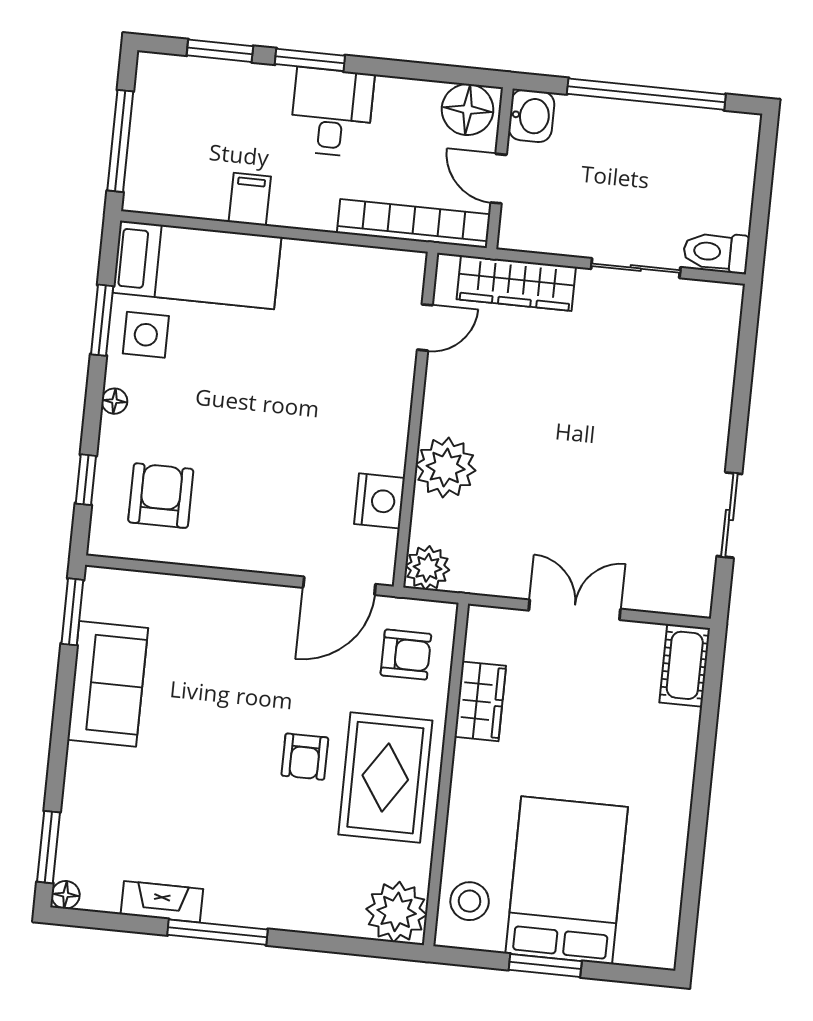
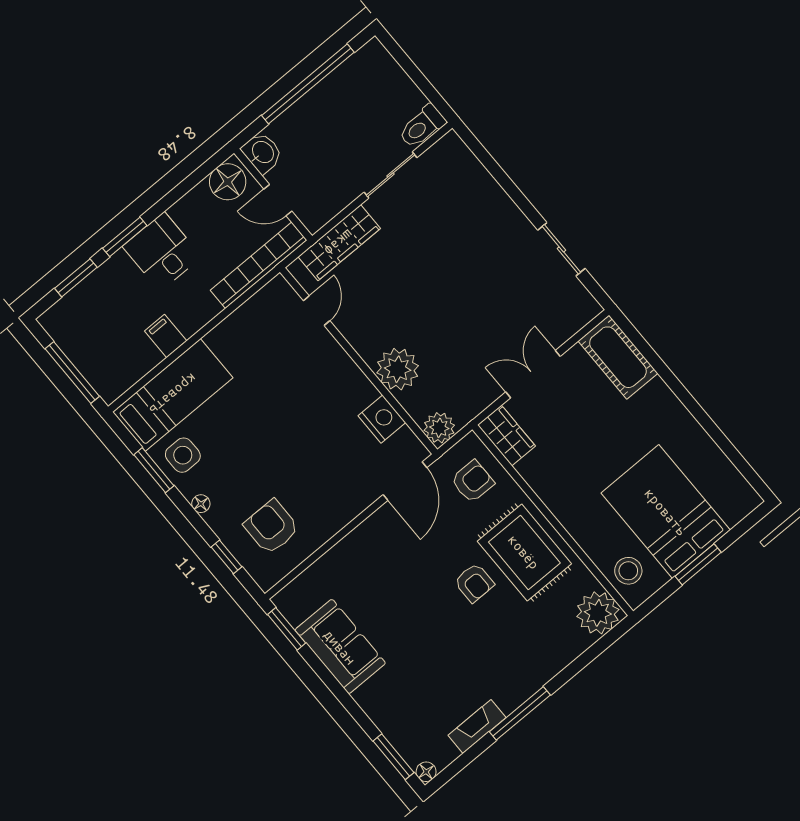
cot: (685, 665) -> (618, 357), width x1.37, depth x1.34
wardrobe: (480, 701) -> (506, 436), moved

